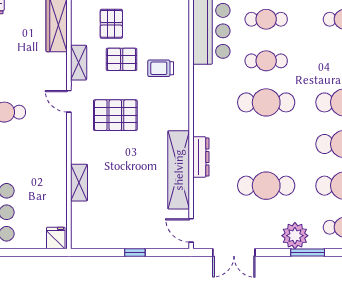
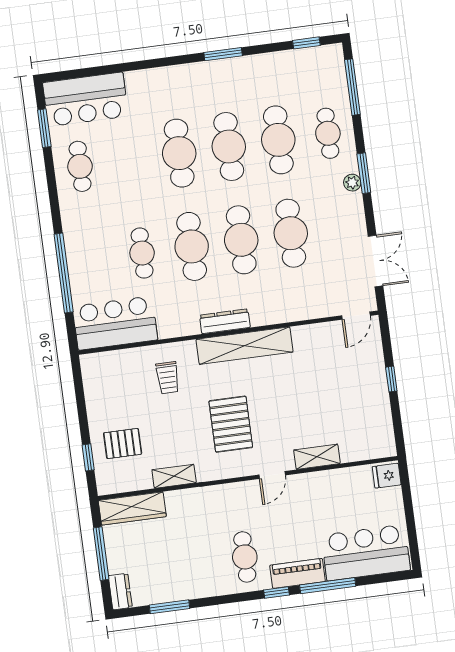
cafe table: (266, 19) -> (241, 240), moved, width x1.37, depth x1.35
pallet: (122, 59) -> (163, 426), removed
door: (69, 101) -> (272, 475), moved
dresser: (201, 157) -> (225, 321), moved
shelving: (179, 170) -> (245, 346), moved
plant: (295, 236) -> (352, 183), width x0.53, depth x0.53

